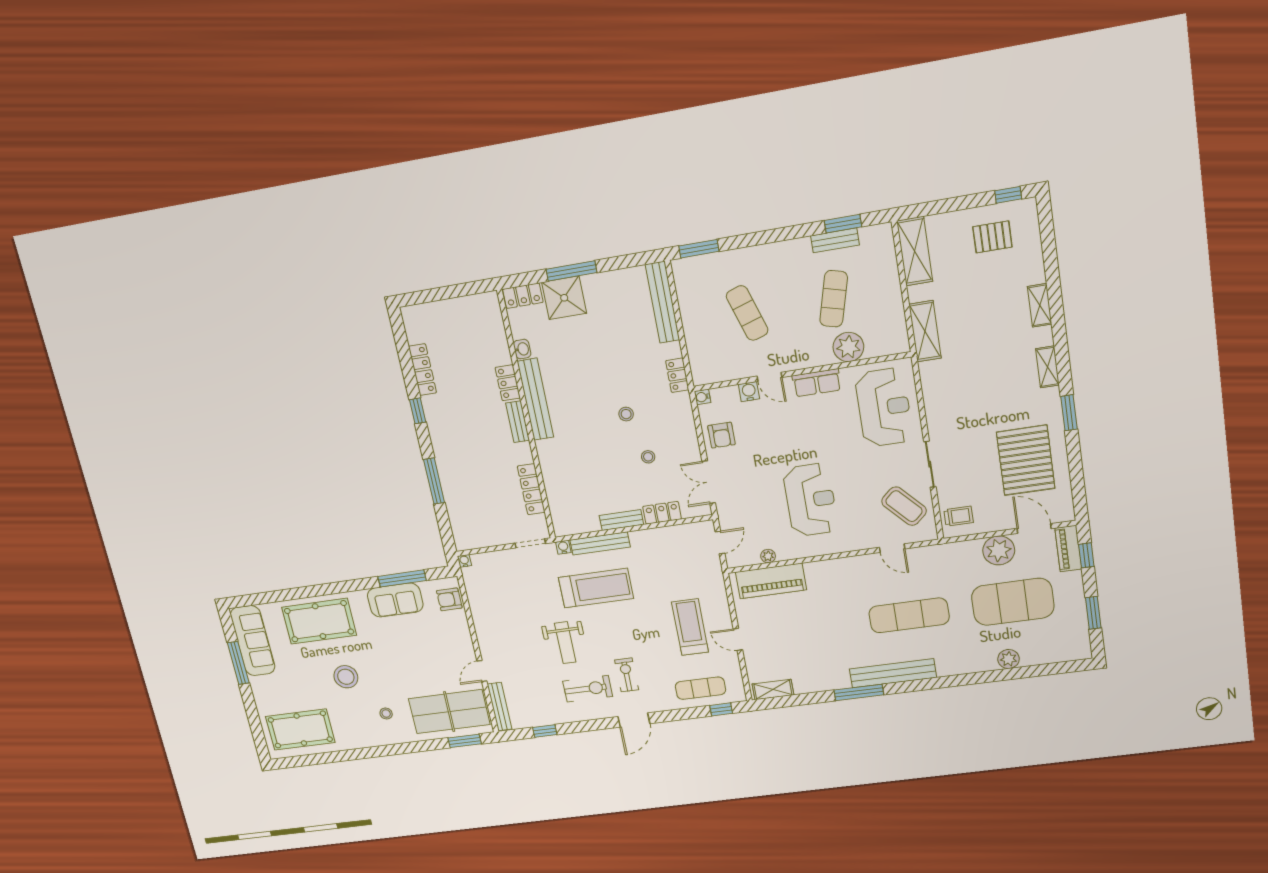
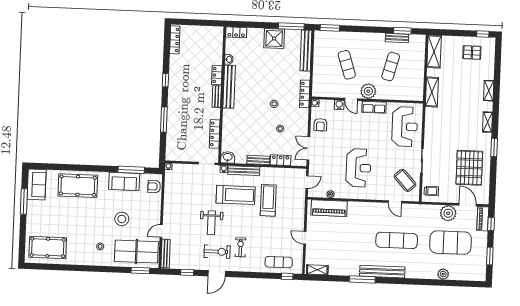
window: (571, 271) -> (291, 26), moved
shower: (564, 298) -> (274, 39), moved
plant: (848, 347) -> (368, 91), moved
locker: (422, 370) -> (175, 40), moved
locker: (677, 375) -> (305, 94), width x1.53
washbasin: (565, 526) -> (228, 157), added
treadmill: (690, 627) -> (268, 200), moved
sofa: (253, 641) -> (37, 184), width x0.73
stool: (346, 677) -> (122, 219), moved
door: (634, 720) -> (217, 274), moved

